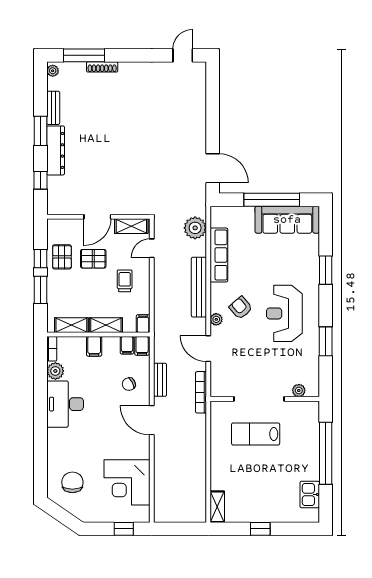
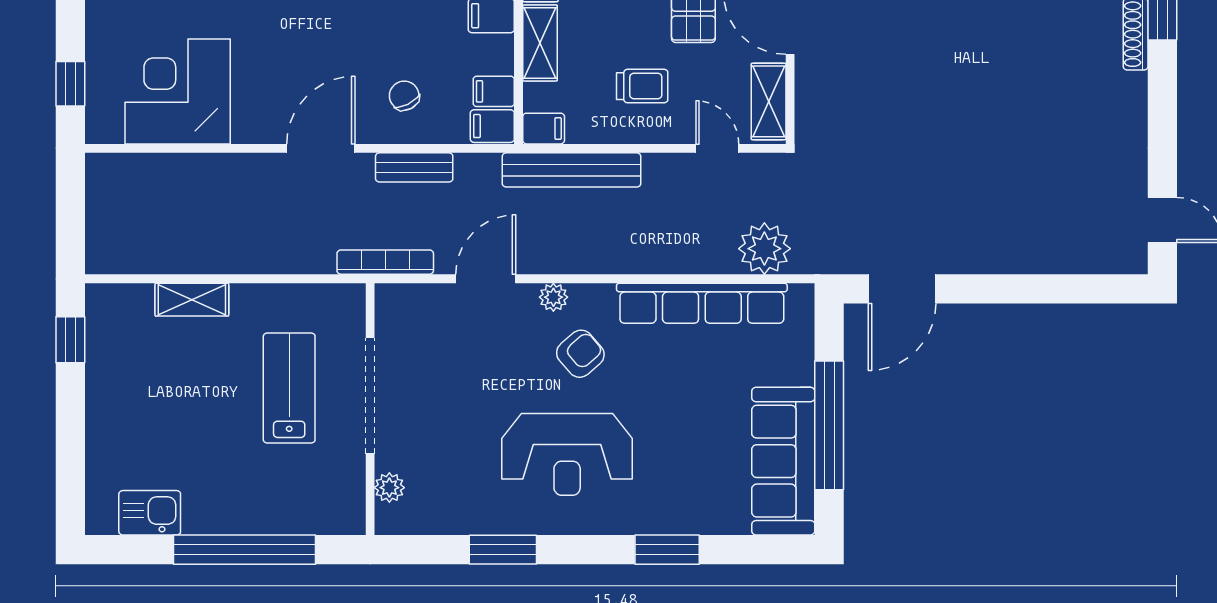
row of seats: (219, 255) -> (702, 303), width x1.36
bench: (199, 287) -> (572, 170), moved
reception desk: (284, 313) -> (567, 454), turned 180
shelving: (217, 507) -> (192, 300), moved
window: (260, 529) -> (70, 340), moved

